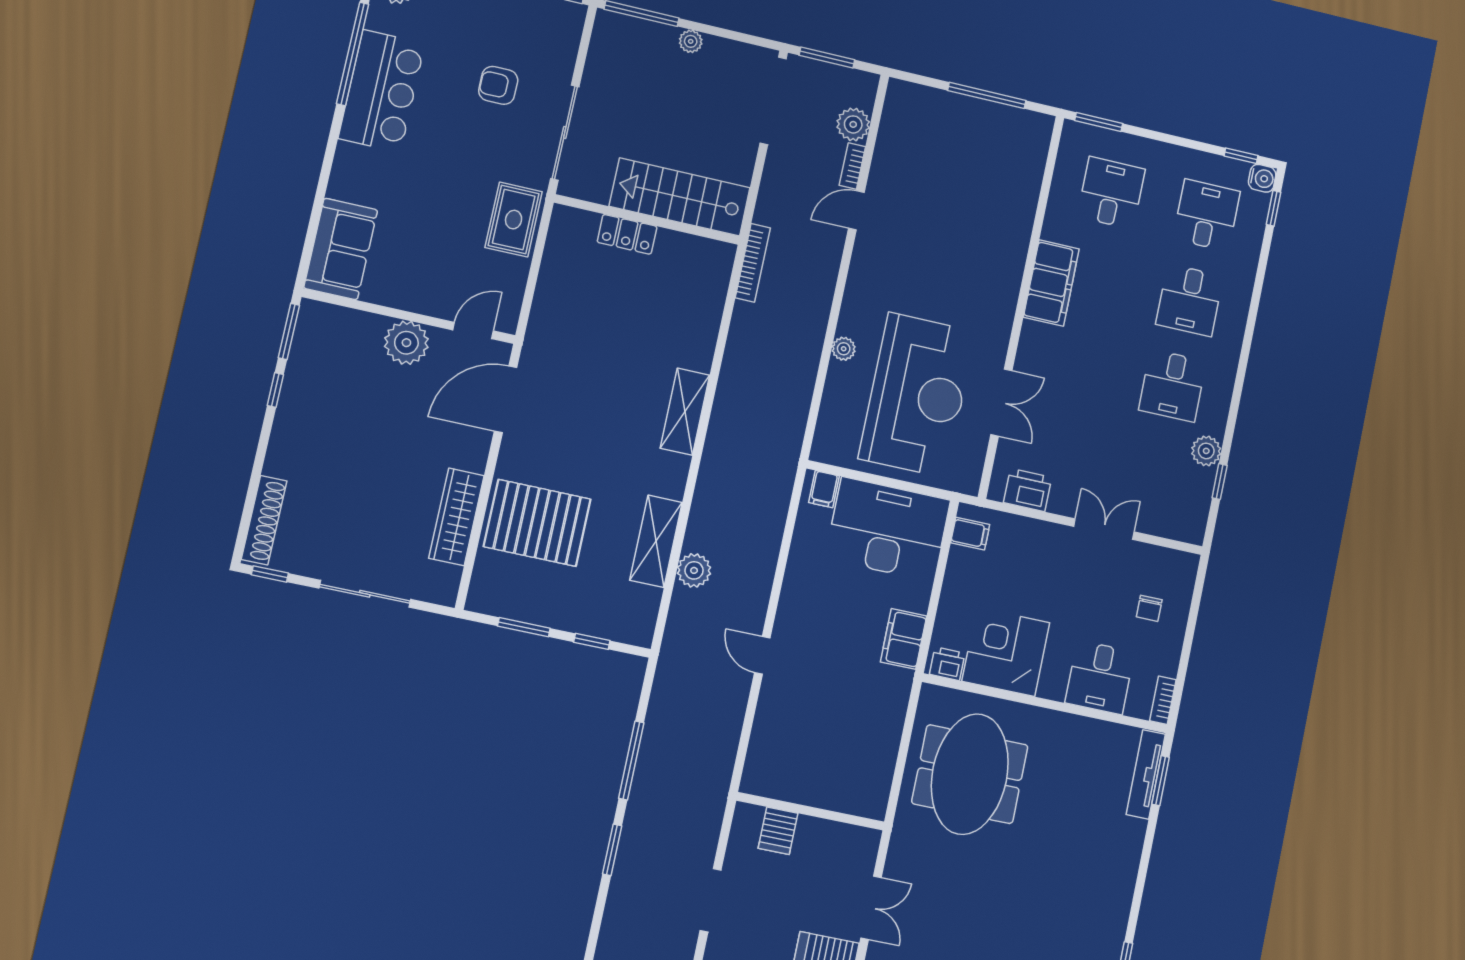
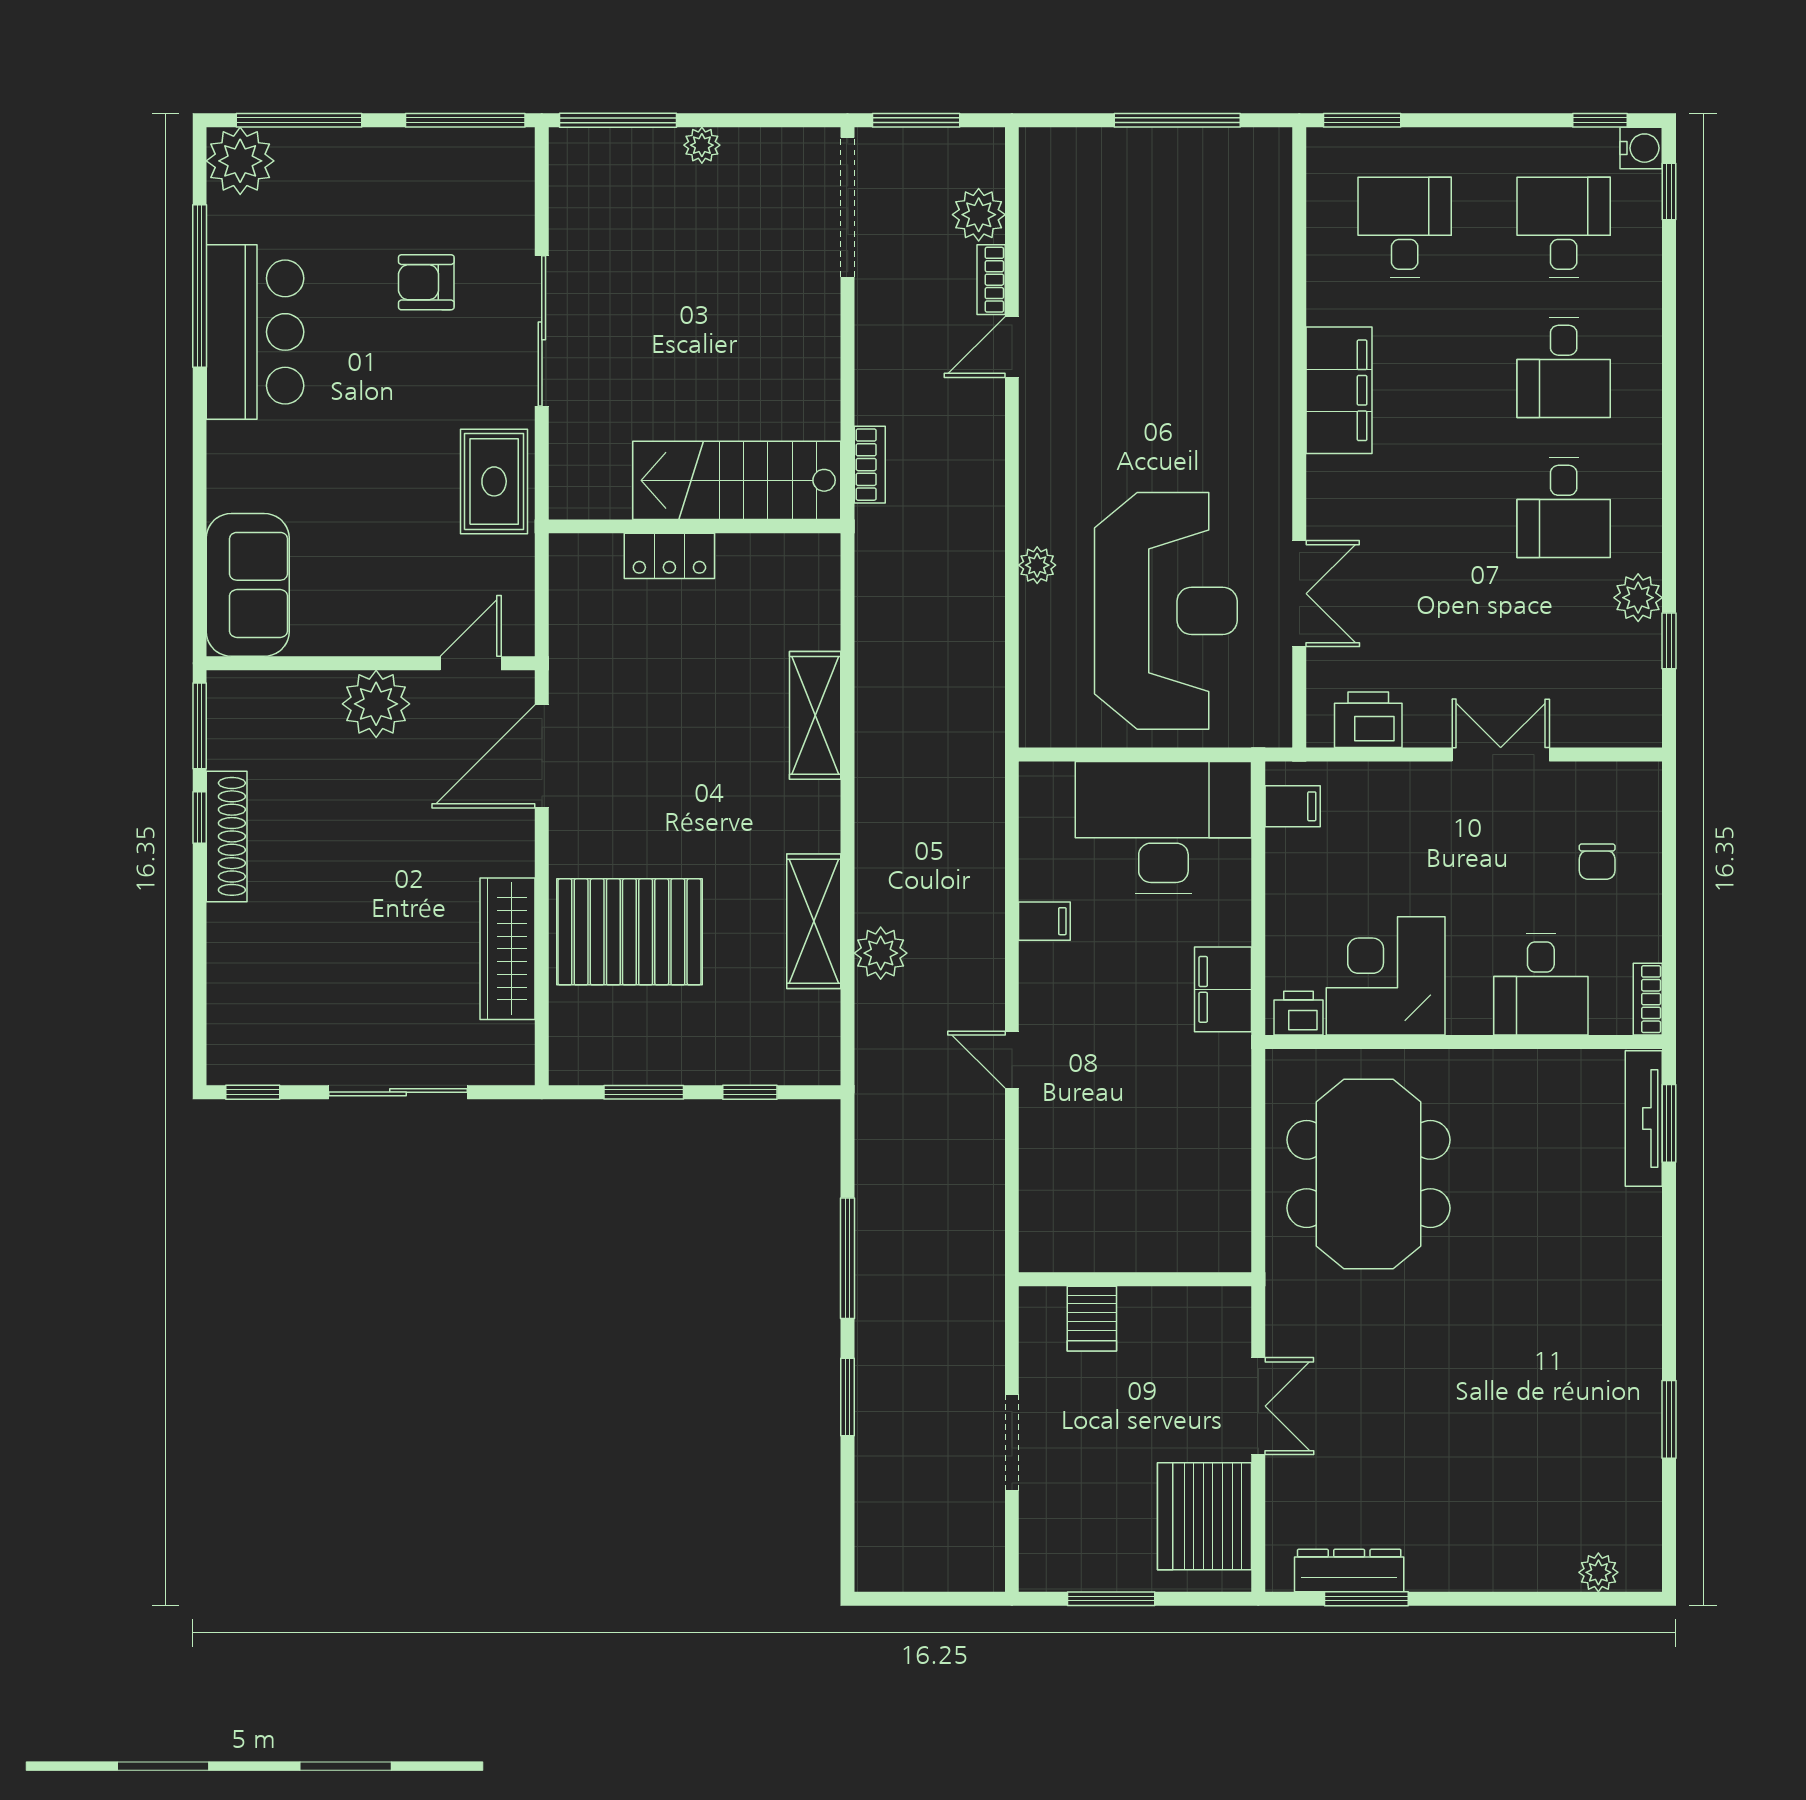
stairs: (680, 197) -> (737, 480), moved
wall: (647, 220) -> (695, 526), moved
locker: (627, 234) -> (669, 556), moved
bookcase: (753, 263) -> (870, 465), width x0.64
filing cabinet: (824, 489) -> (1044, 921), moved, turned -90
shoe rack: (264, 520) -> (227, 836), moved

